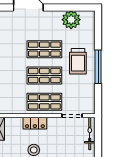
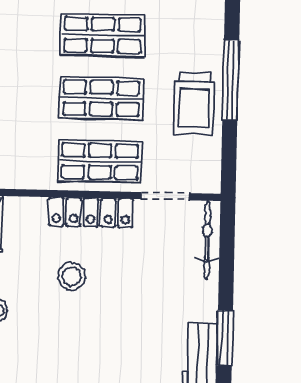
trolley: (78, 61) -> (194, 104), moved
locker: (35, 123) -> (91, 212), width x1.53

